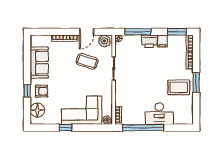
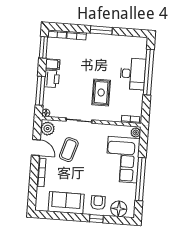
rug: (179, 87) -> (101, 92), moved
window: (65, 128) -> (141, 179), width x3.17
window: (143, 128) -> (149, 72), moved

